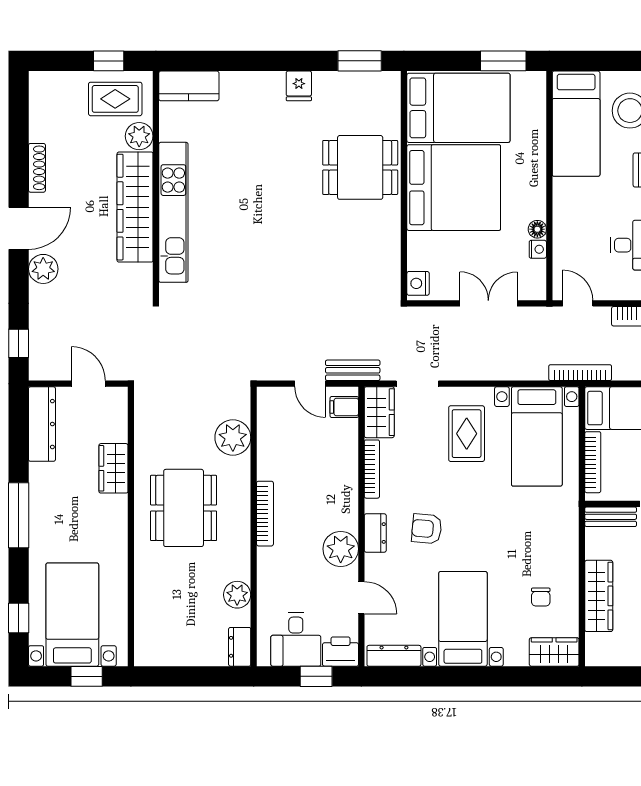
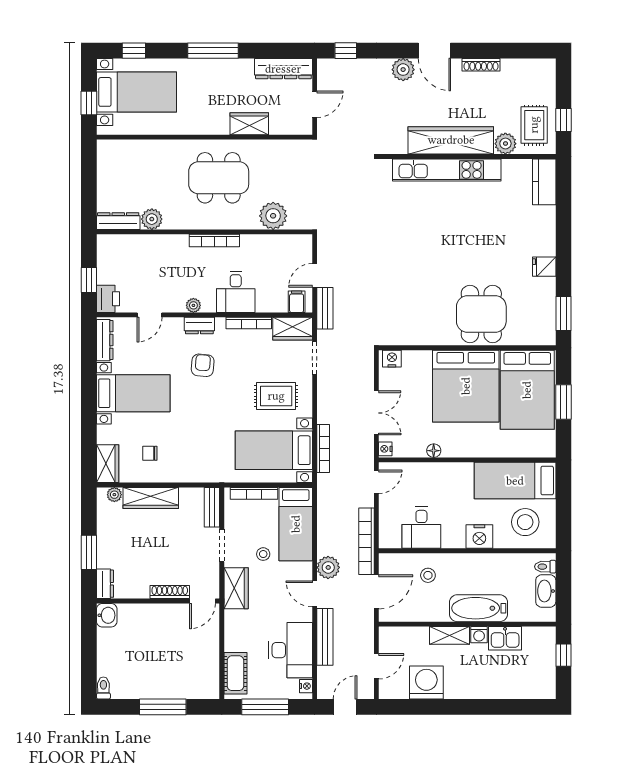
window: (503, 61) -> (564, 402), moved
nightstand: (538, 249) -> (385, 449), moved, turned 90
bookcase: (580, 373) -> (323, 448), moved
plant: (341, 549) -> (193, 305), width x0.53, depth x0.53
desk: (296, 640) -> (236, 292), moved, turned -90
plant: (594, 643) -> (114, 495), added
dresser: (240, 647) -> (118, 221), width x1.44

